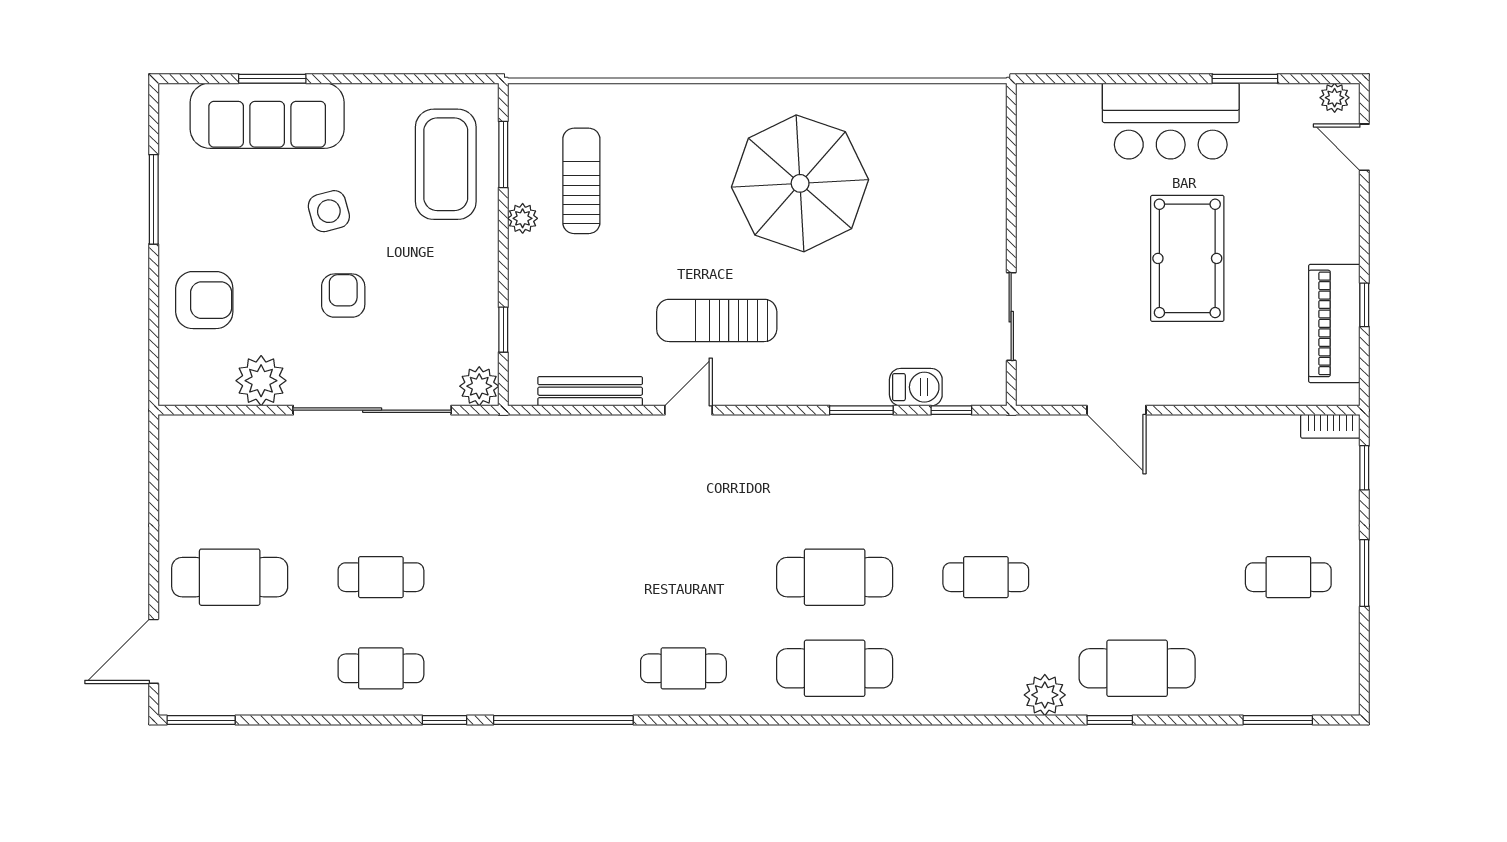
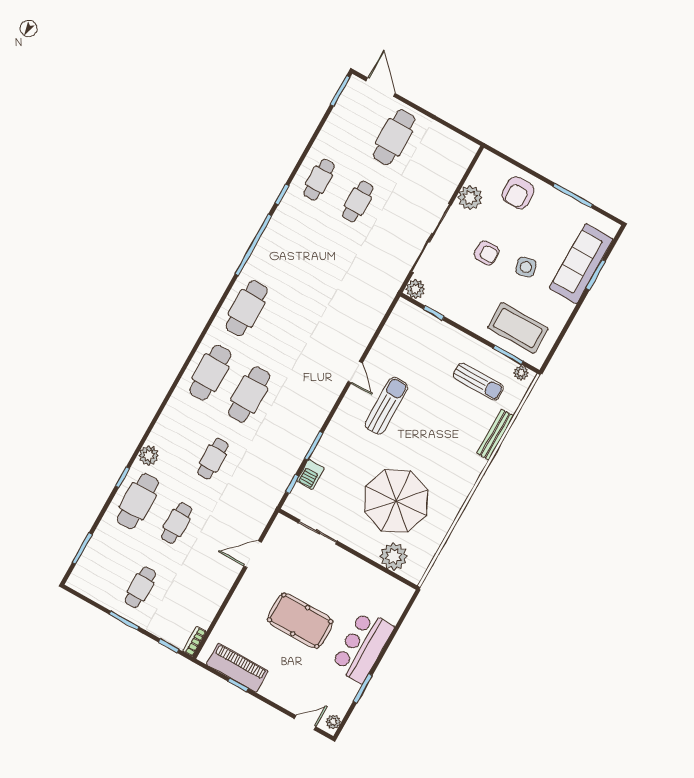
plant: (978, 156) -> (394, 556), added
parasol: (800, 183) -> (396, 501), moved
plant: (523, 218) -> (521, 373), moved
bench: (590, 391) -> (495, 435), moved
cafe table: (1137, 577) -> (177, 523), added
cafe table: (683, 668) -> (247, 308), width x1.37, depth x1.35

